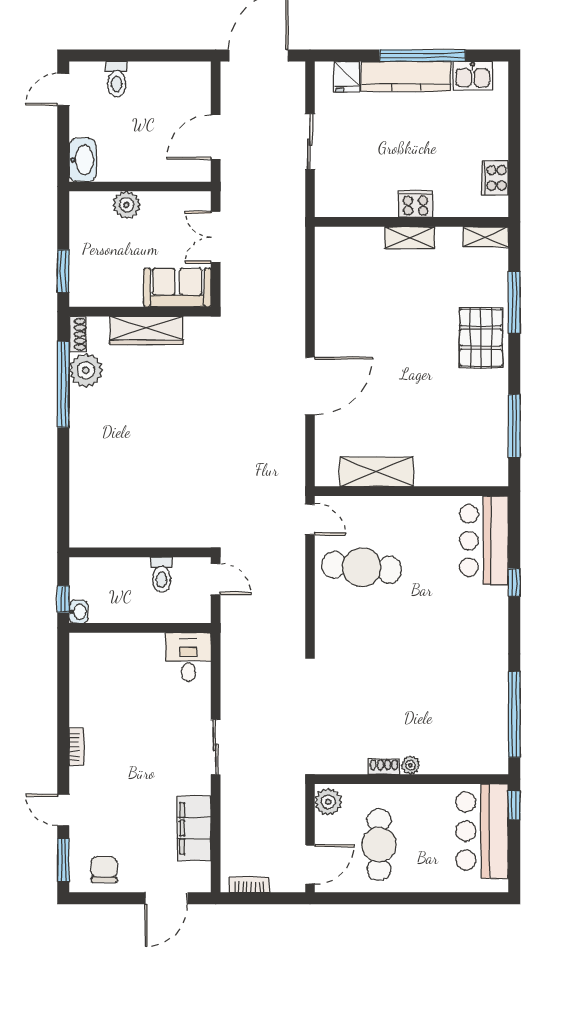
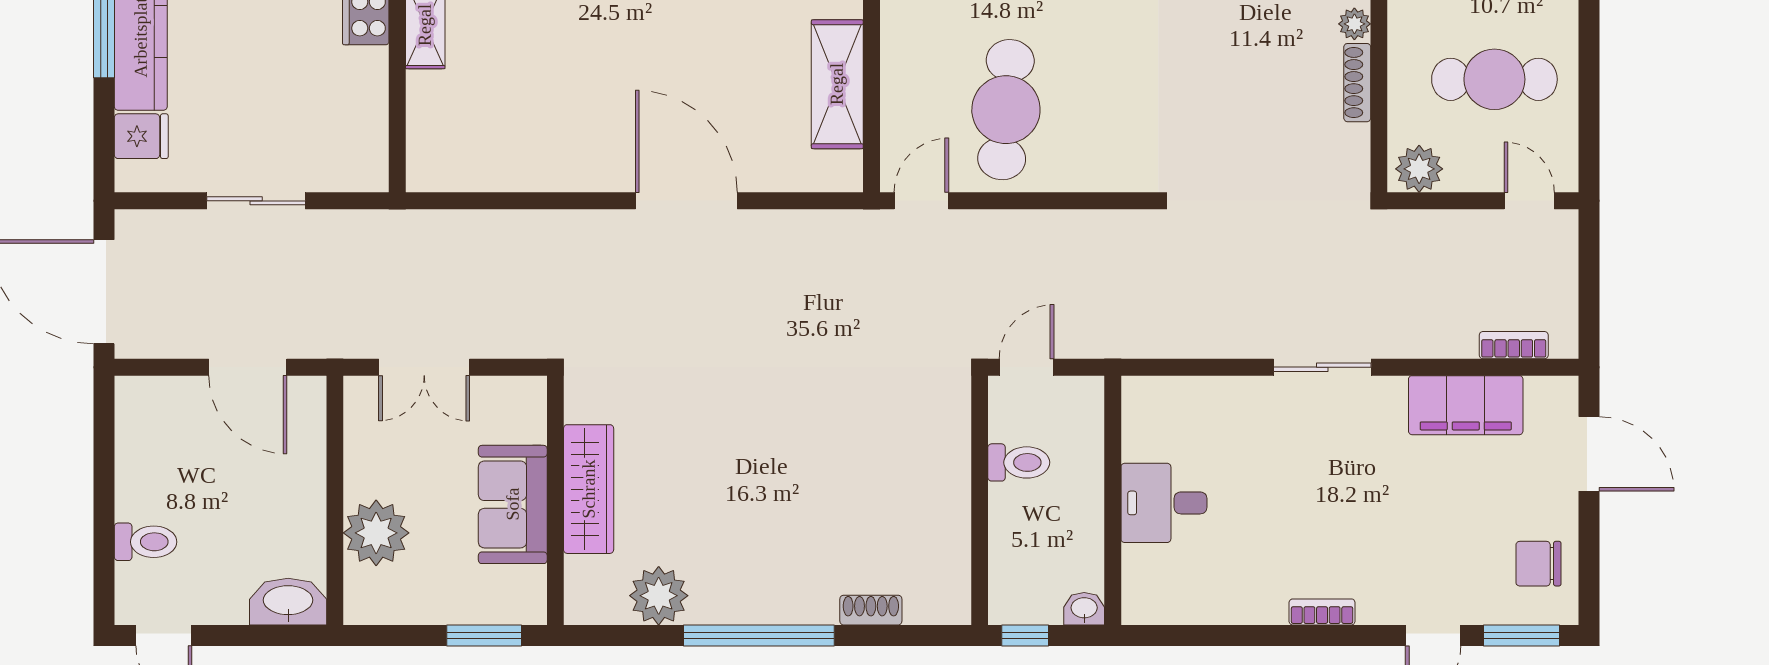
plant: (127, 205) -> (376, 533), width x1.36, depth x1.36
sofa: (177, 287) -> (513, 504), moved
shoe rack: (78, 334) -> (871, 610), moved
window: (63, 384) -> (759, 635), moved
window: (63, 599) -> (1025, 635), moved
desk: (188, 657) -> (1164, 503), moved
shoe rack: (384, 767) -> (1357, 83), width x1.43
door: (310, 864) -> (1529, 201), width x0.73
bookcase: (249, 885) -> (1514, 345), moved, turned 90

